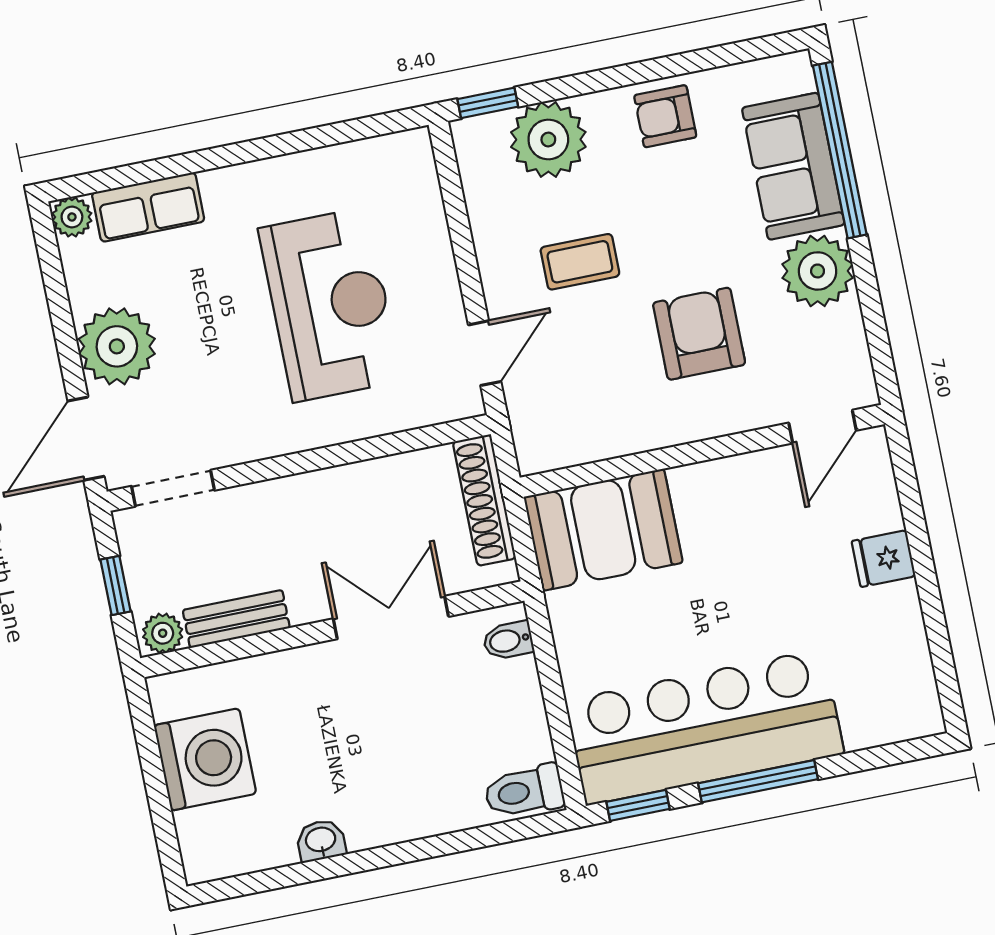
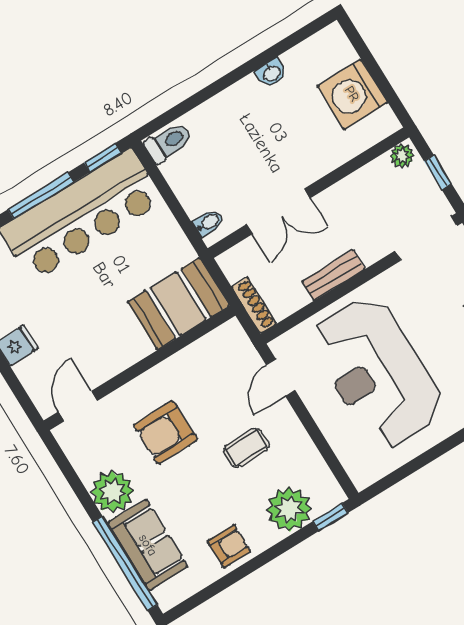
reception desk: (330, 305) -> (376, 373), width x1.36, depth x1.30
armchair: (699, 334) -> (165, 432), turned 90
doorway: (173, 488) -> (426, 238), width x1.38
shoe rack: (484, 500) -> (254, 305), width x0.74, depth x0.81
bench: (236, 619) -> (334, 275), moved

